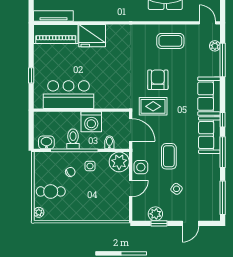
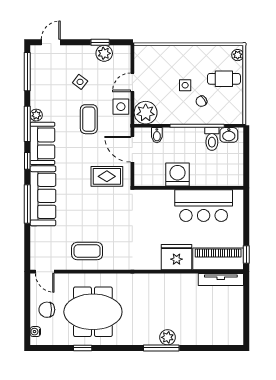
plant: (215, 46) -> (36, 115), moved
window: (223, 60) -> (27, 204), moved
window: (31, 75) -> (246, 254), moved
armchair: (158, 80) -> (101, 207), removed
bar counter: (69, 95) -> (204, 206), moved
sofa: (209, 96) -> (43, 196), width x1.36
wall: (81, 110) -> (189, 188), moved
washing machine: (91, 122) -> (178, 175), moved
toilet: (73, 139) -> (212, 139), moved
side table: (90, 166) -> (185, 85), moved
door: (190, 223) -> (51, 42), moved

